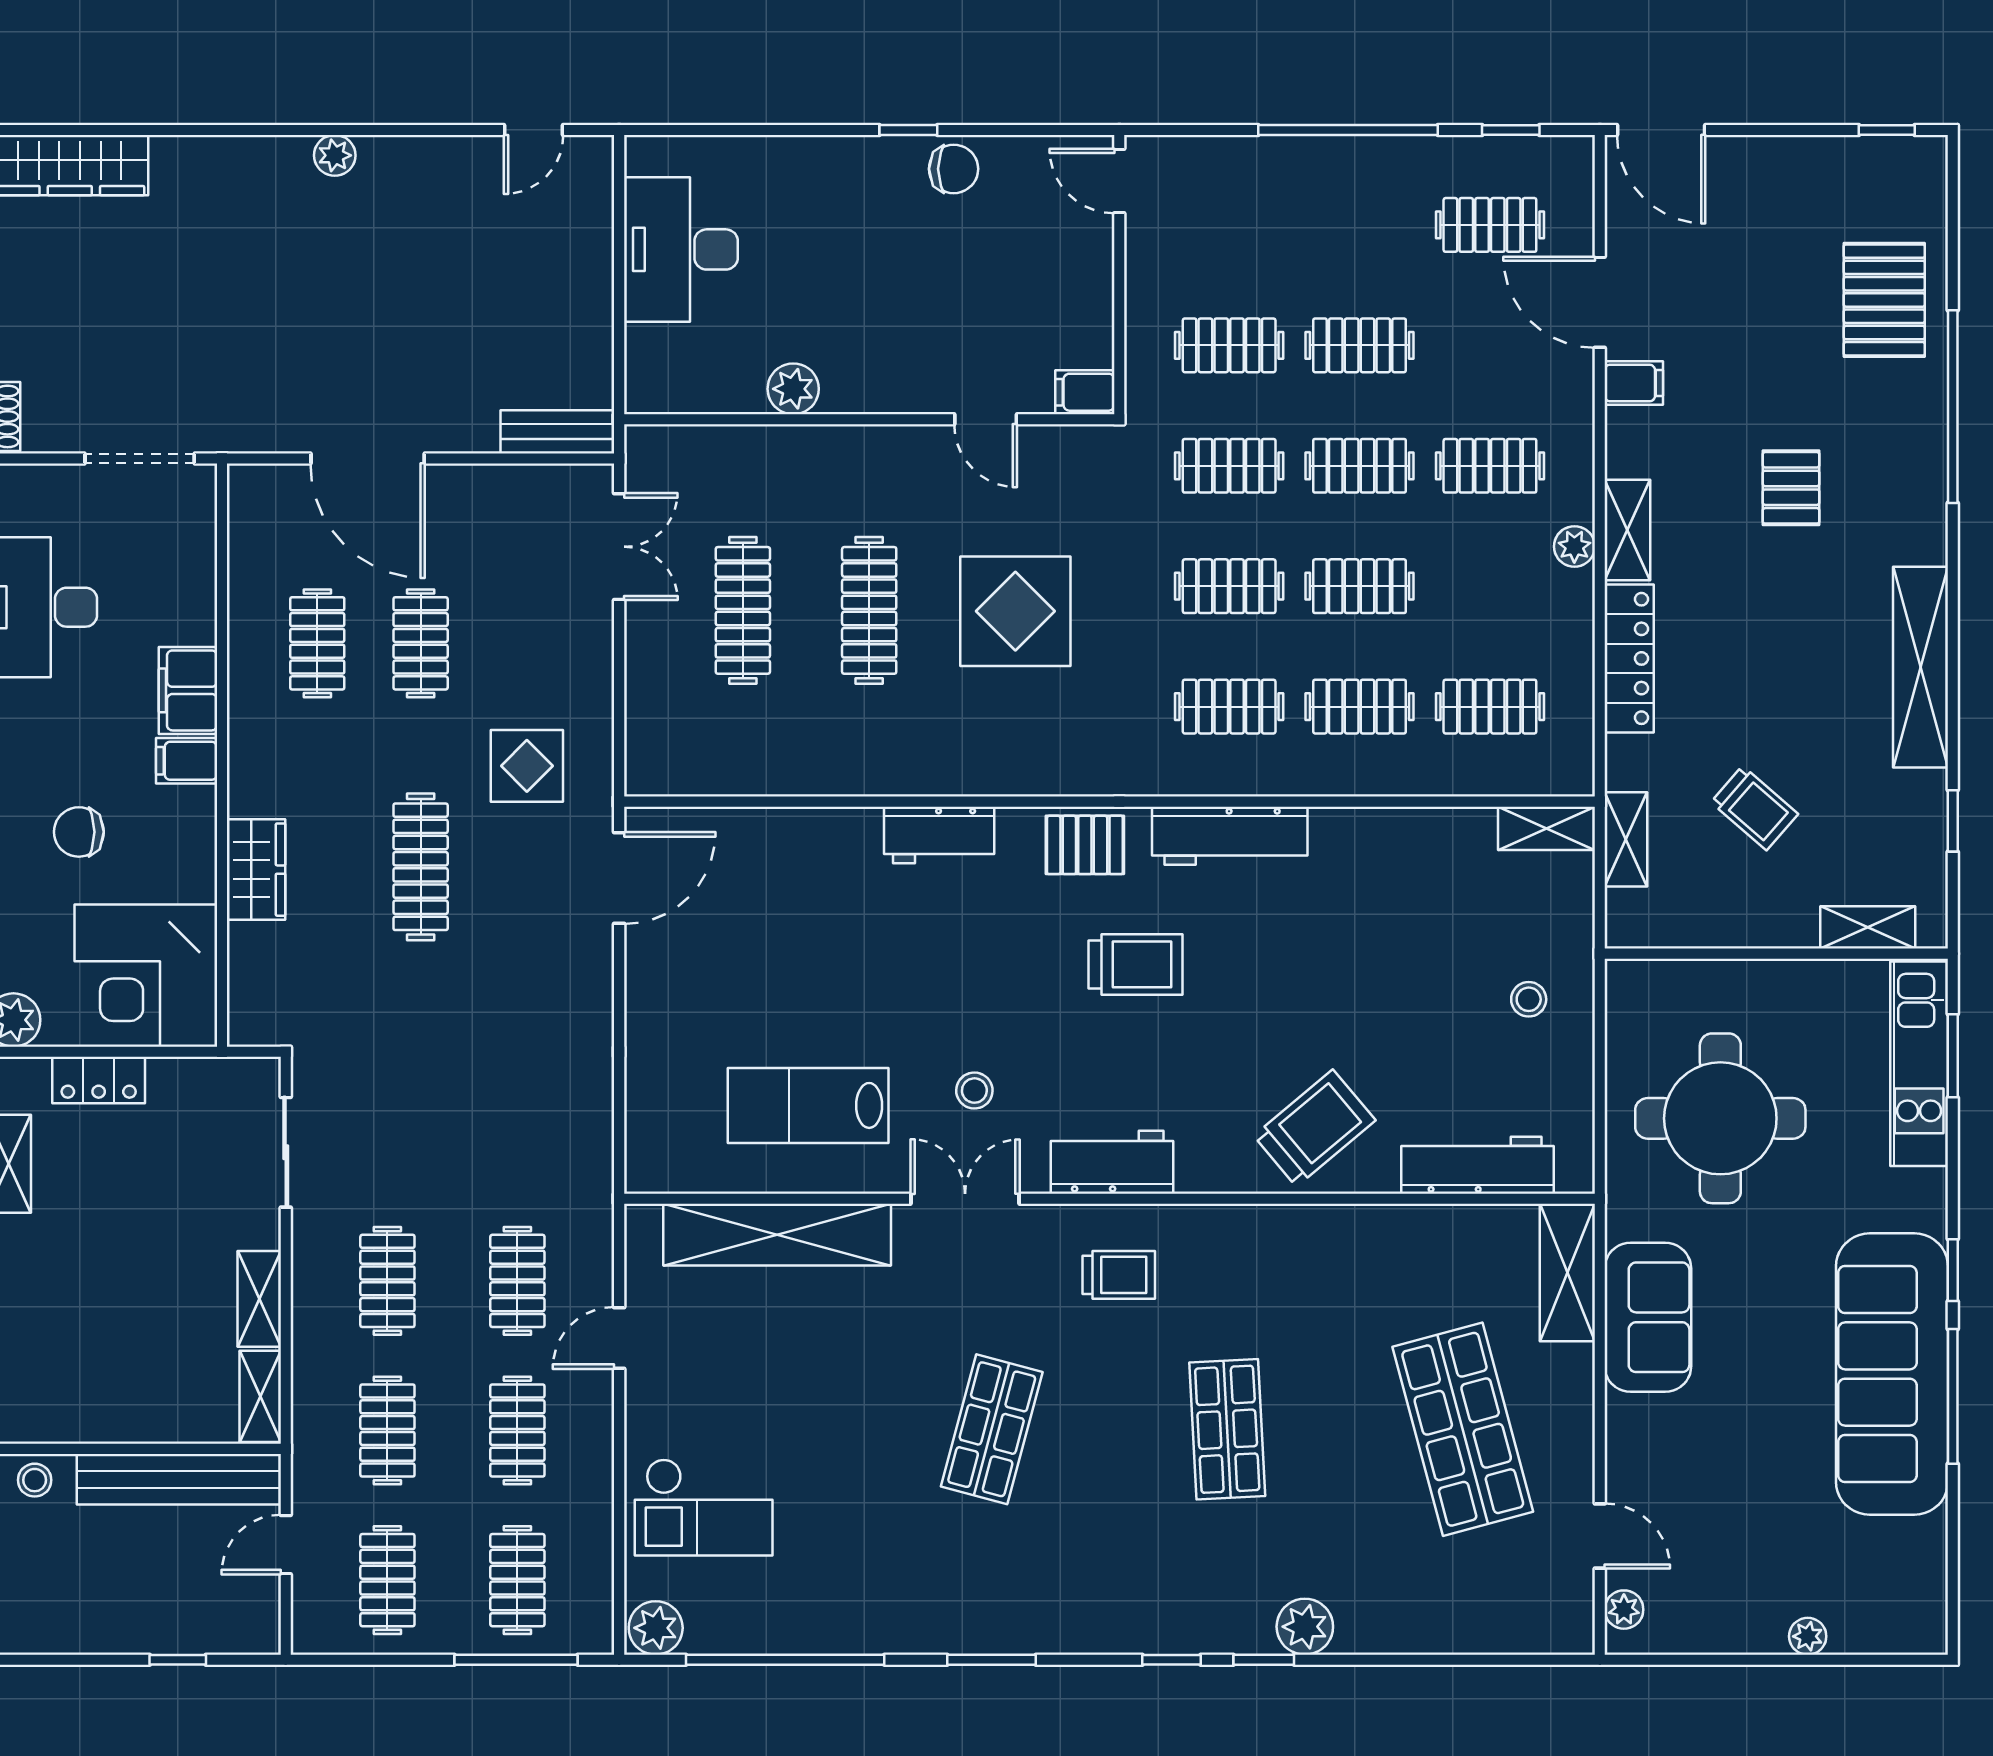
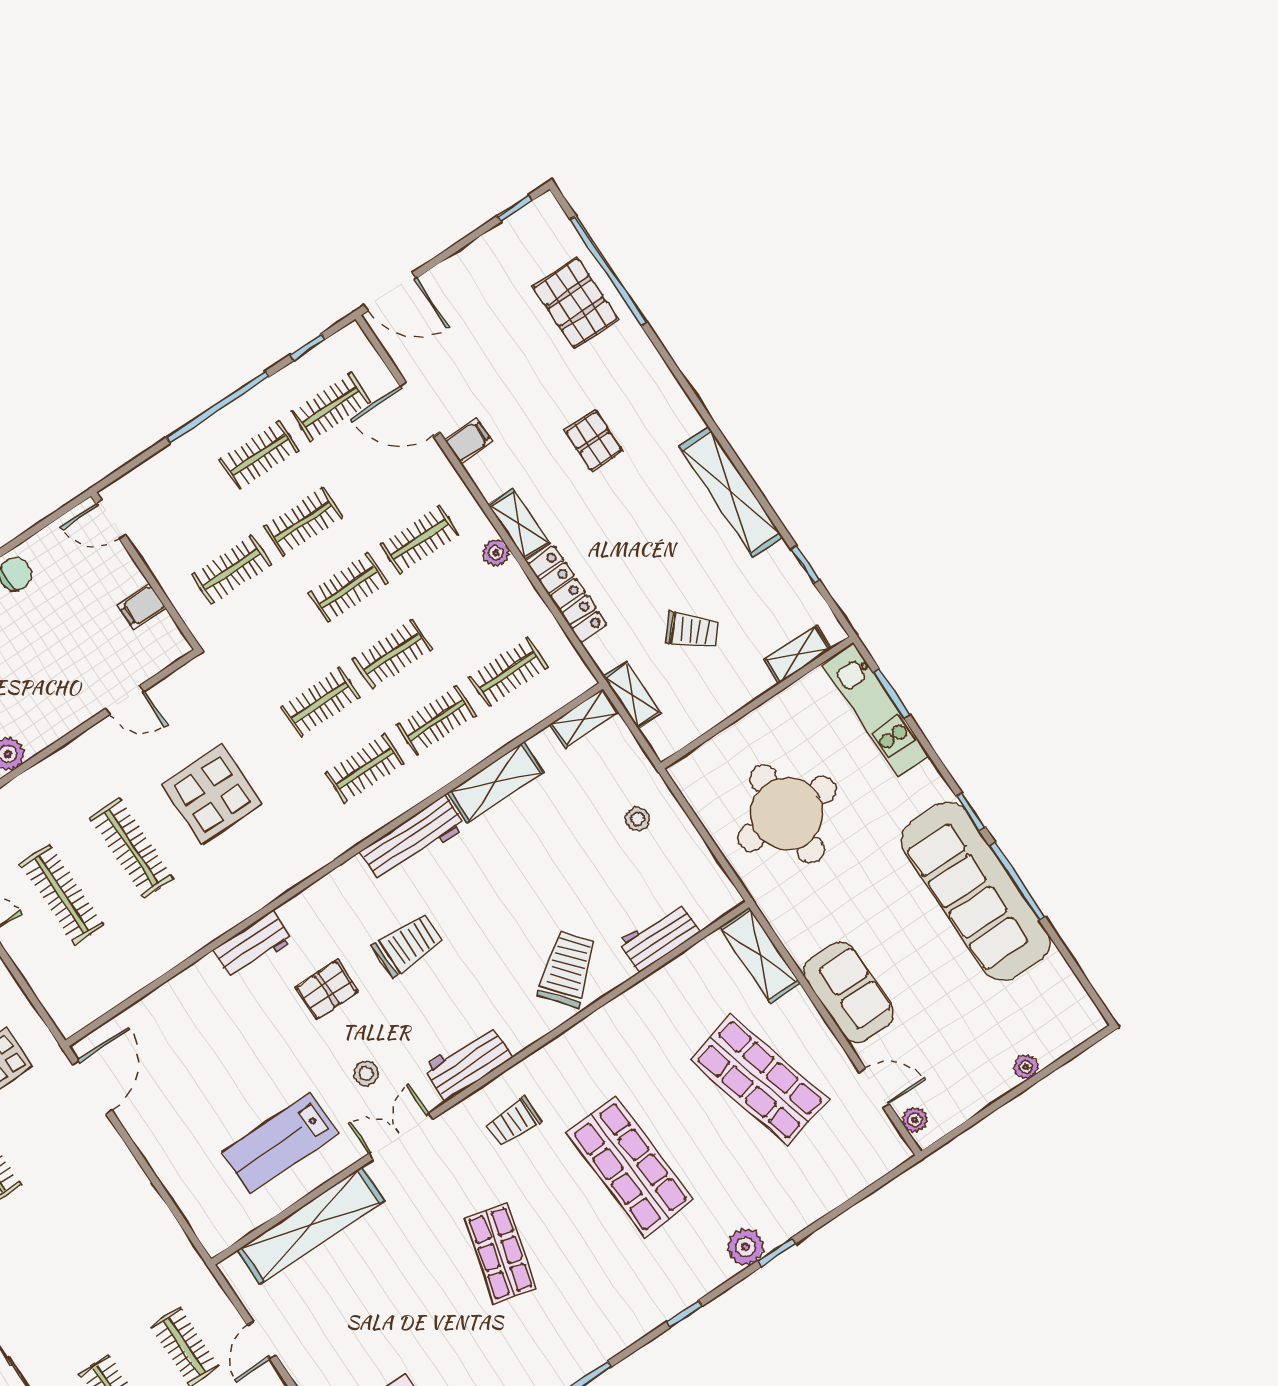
filing cabinet: (1085, 392) -> (142, 607), moved
window: (1953, 407) -> (609, 271), moved
clothes rail: (1229, 466) -> (259, 455), moved
shelving: (1381, 834) -> (495, 783), added
pallet: (1085, 845) -> (327, 990), moved
workbench: (1477, 1165) -> (659, 937), width x0.73
trolley: (1119, 1275) -> (513, 1122), turned 180
sofa: (1648, 1317) -> (849, 992), moved
shop shelf: (1227, 1429) -> (630, 1167), width x1.43, depth x1.36
window: (1264, 1660) -> (776, 1252), moved

